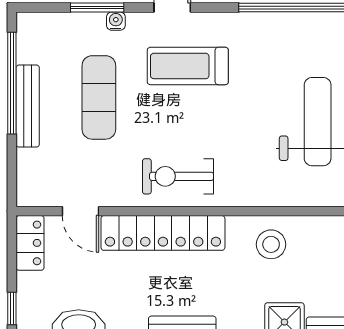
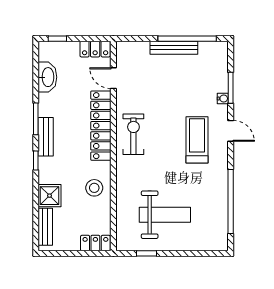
exercise mat: (99, 97) -> (179, 89), removed
door: (80, 211) -> (113, 78), hinge flipped

